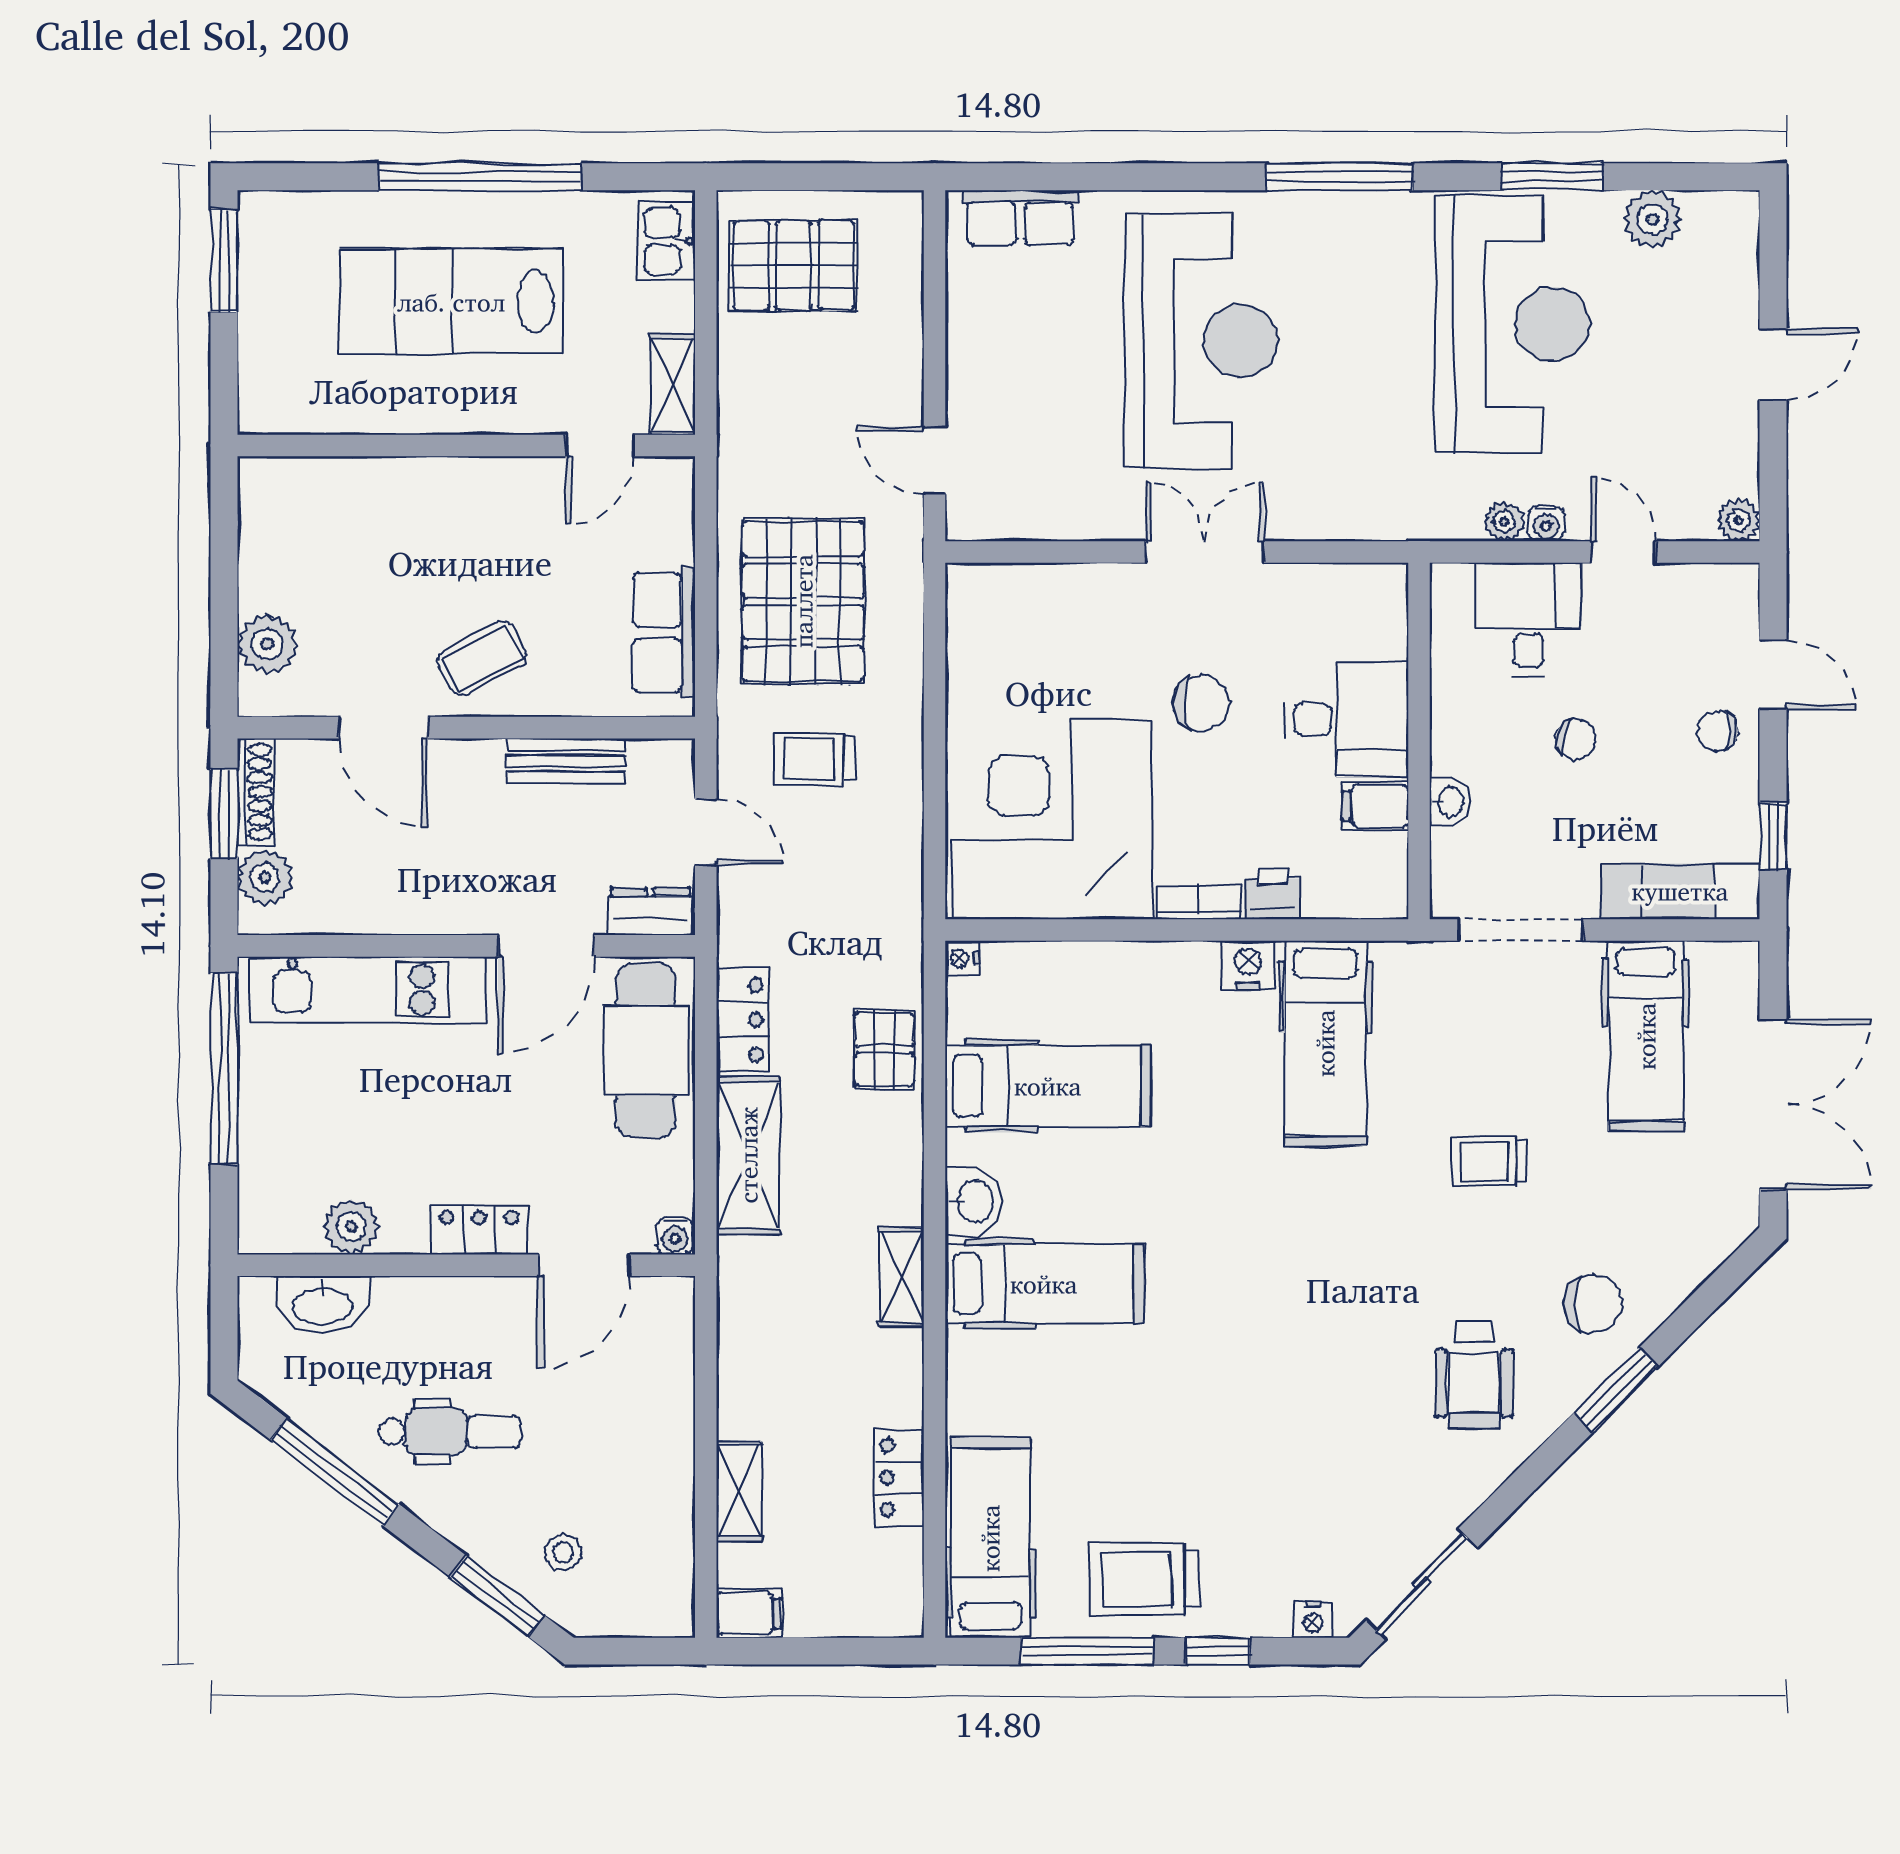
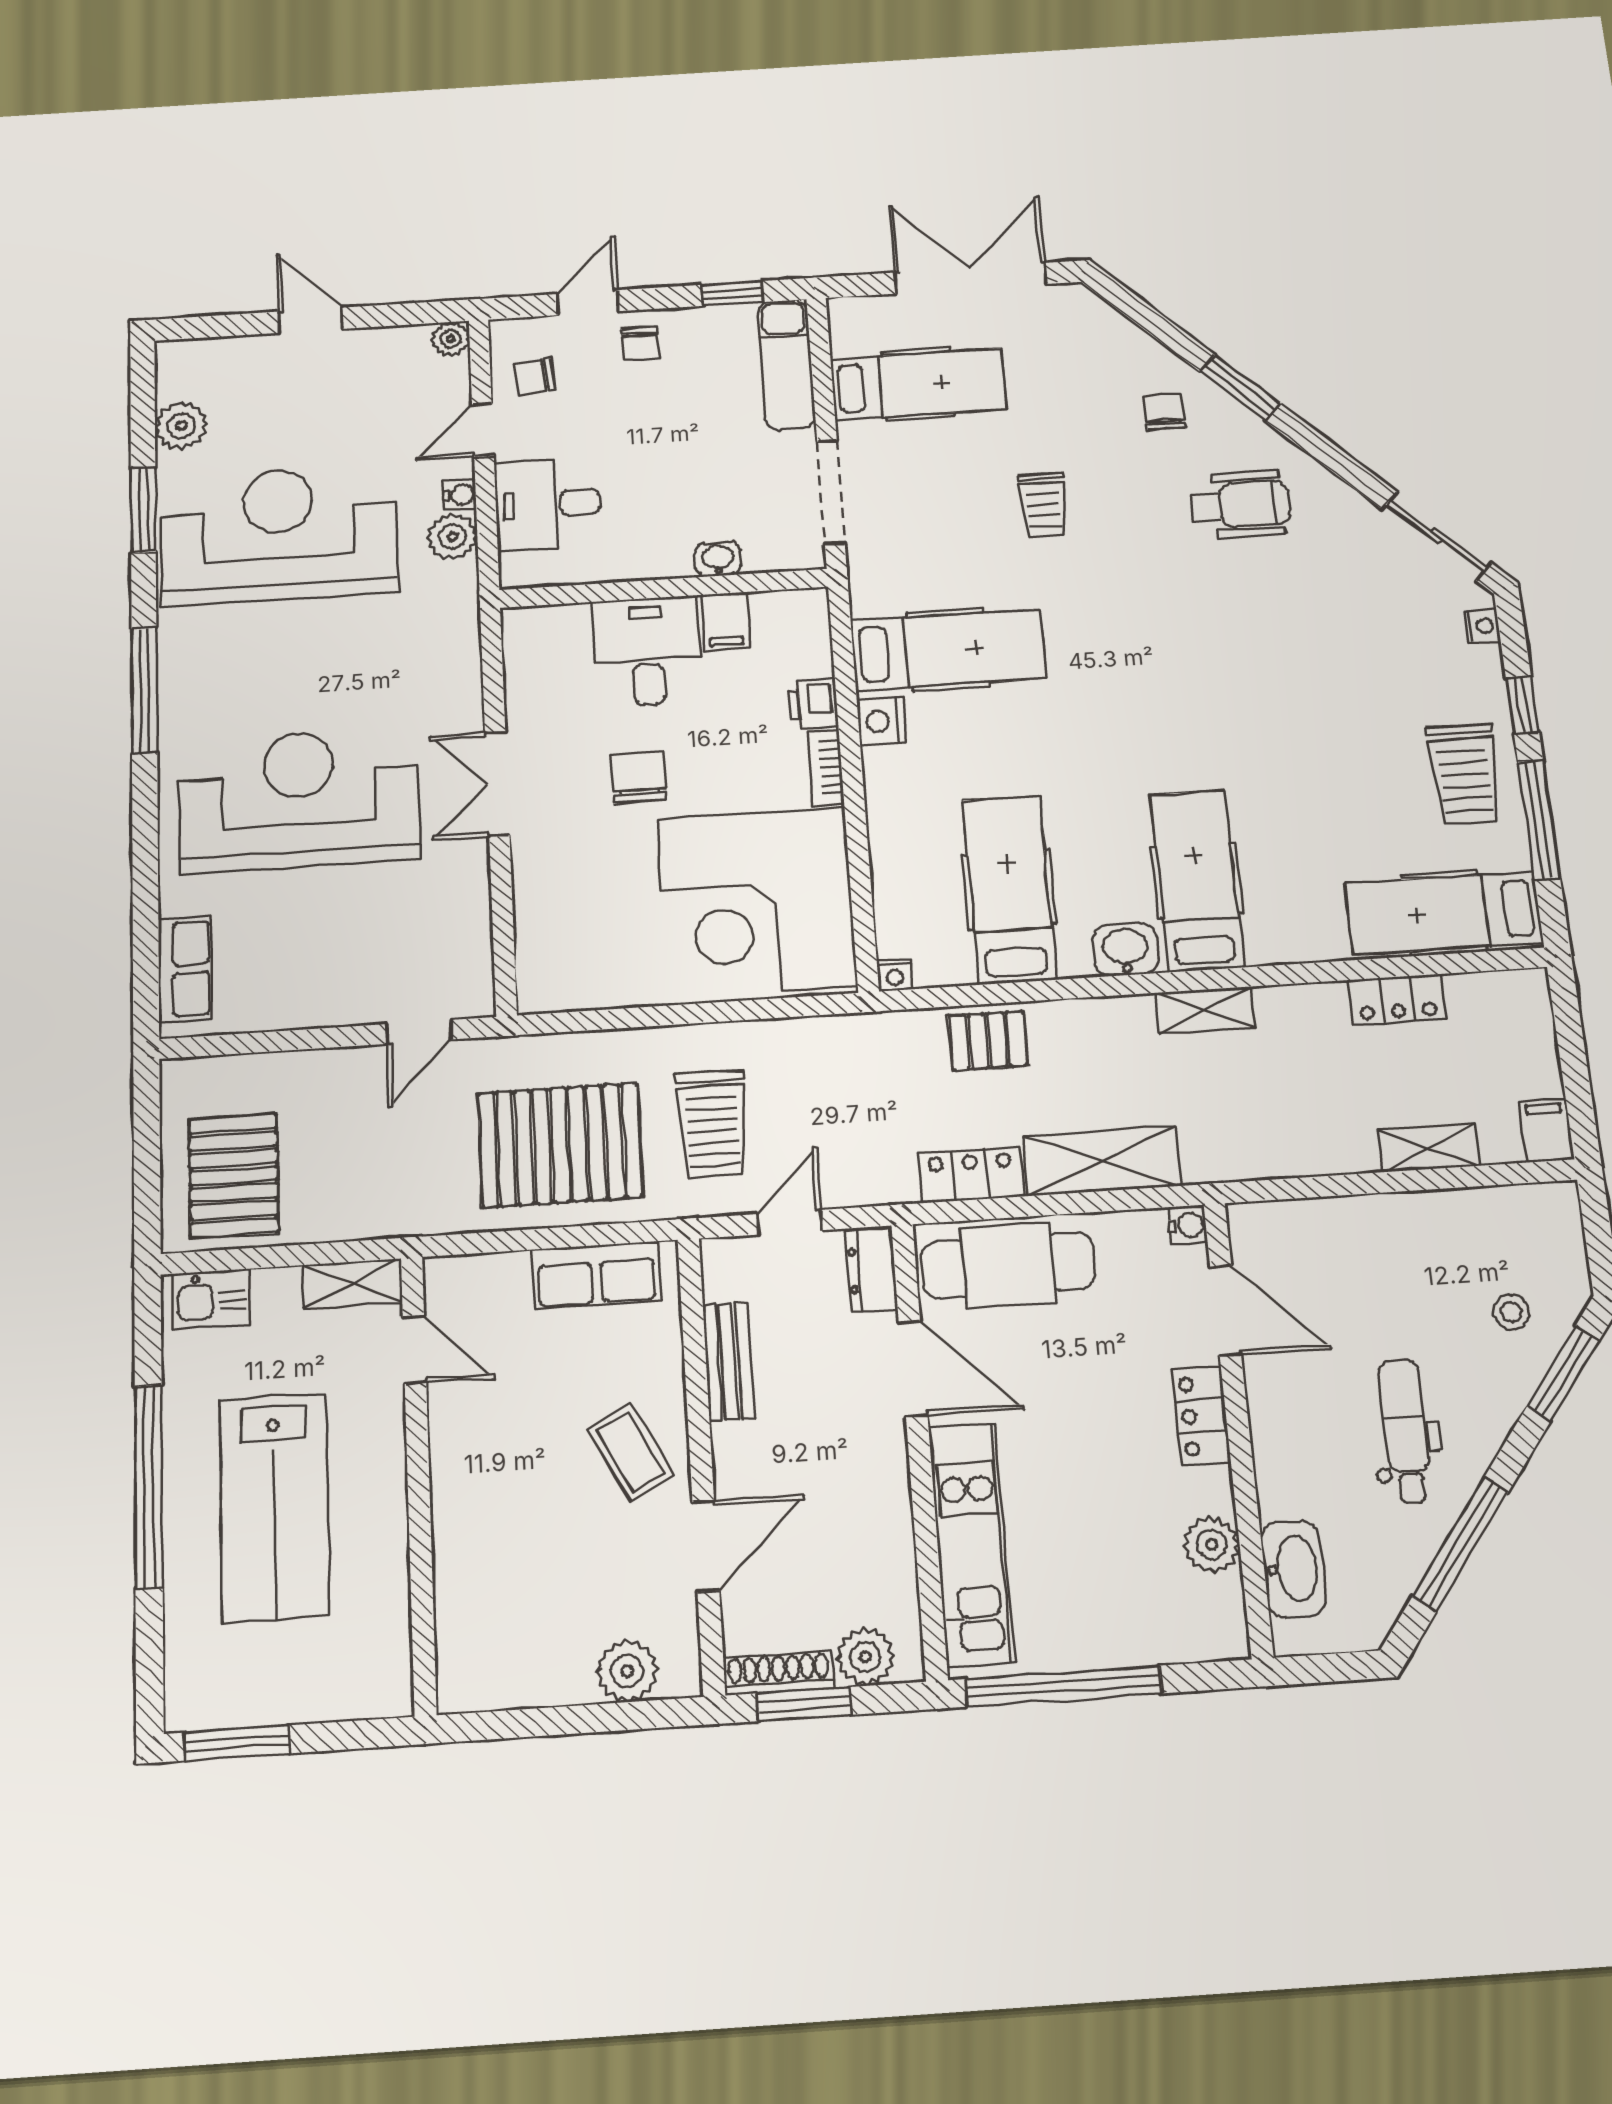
plant: (1504, 521) -> (452, 537), width x1.38, depth x1.38
chair: (1576, 739) -> (535, 377), moved, turned -112
trolley: (815, 759) -> (712, 1124), width x1.36, depth x1.39
chair: (1593, 1304) -> (1164, 412), width x0.73, depth x0.73

